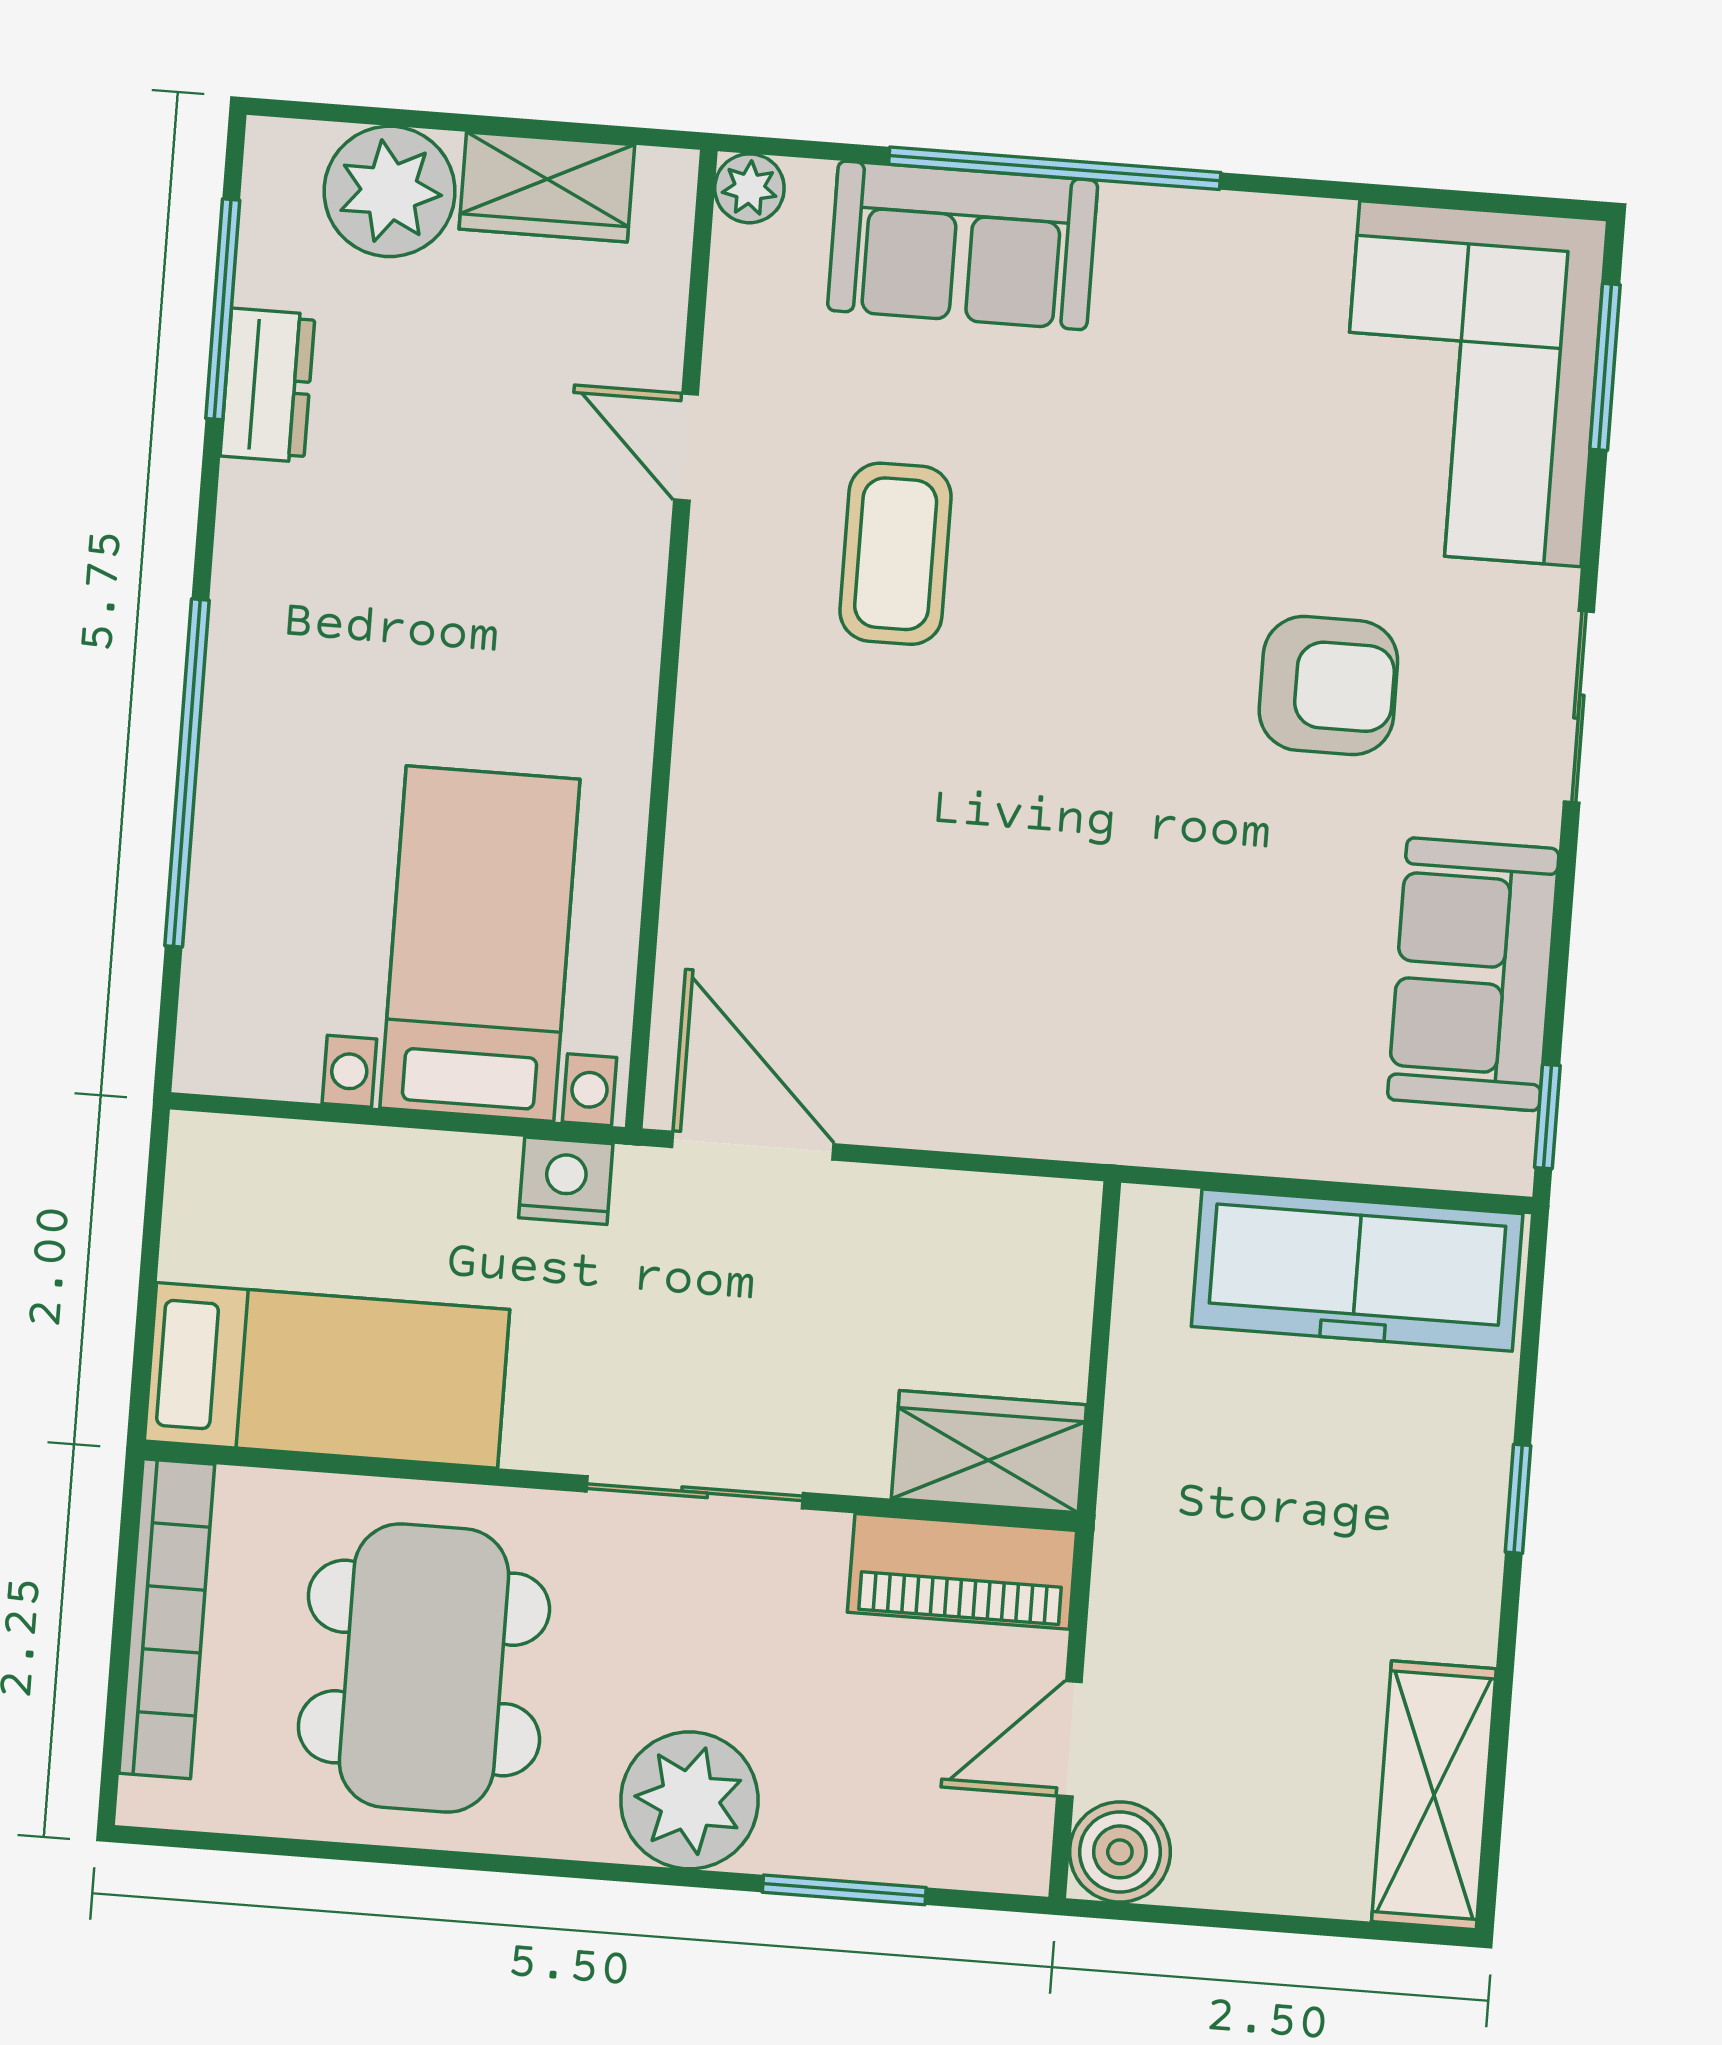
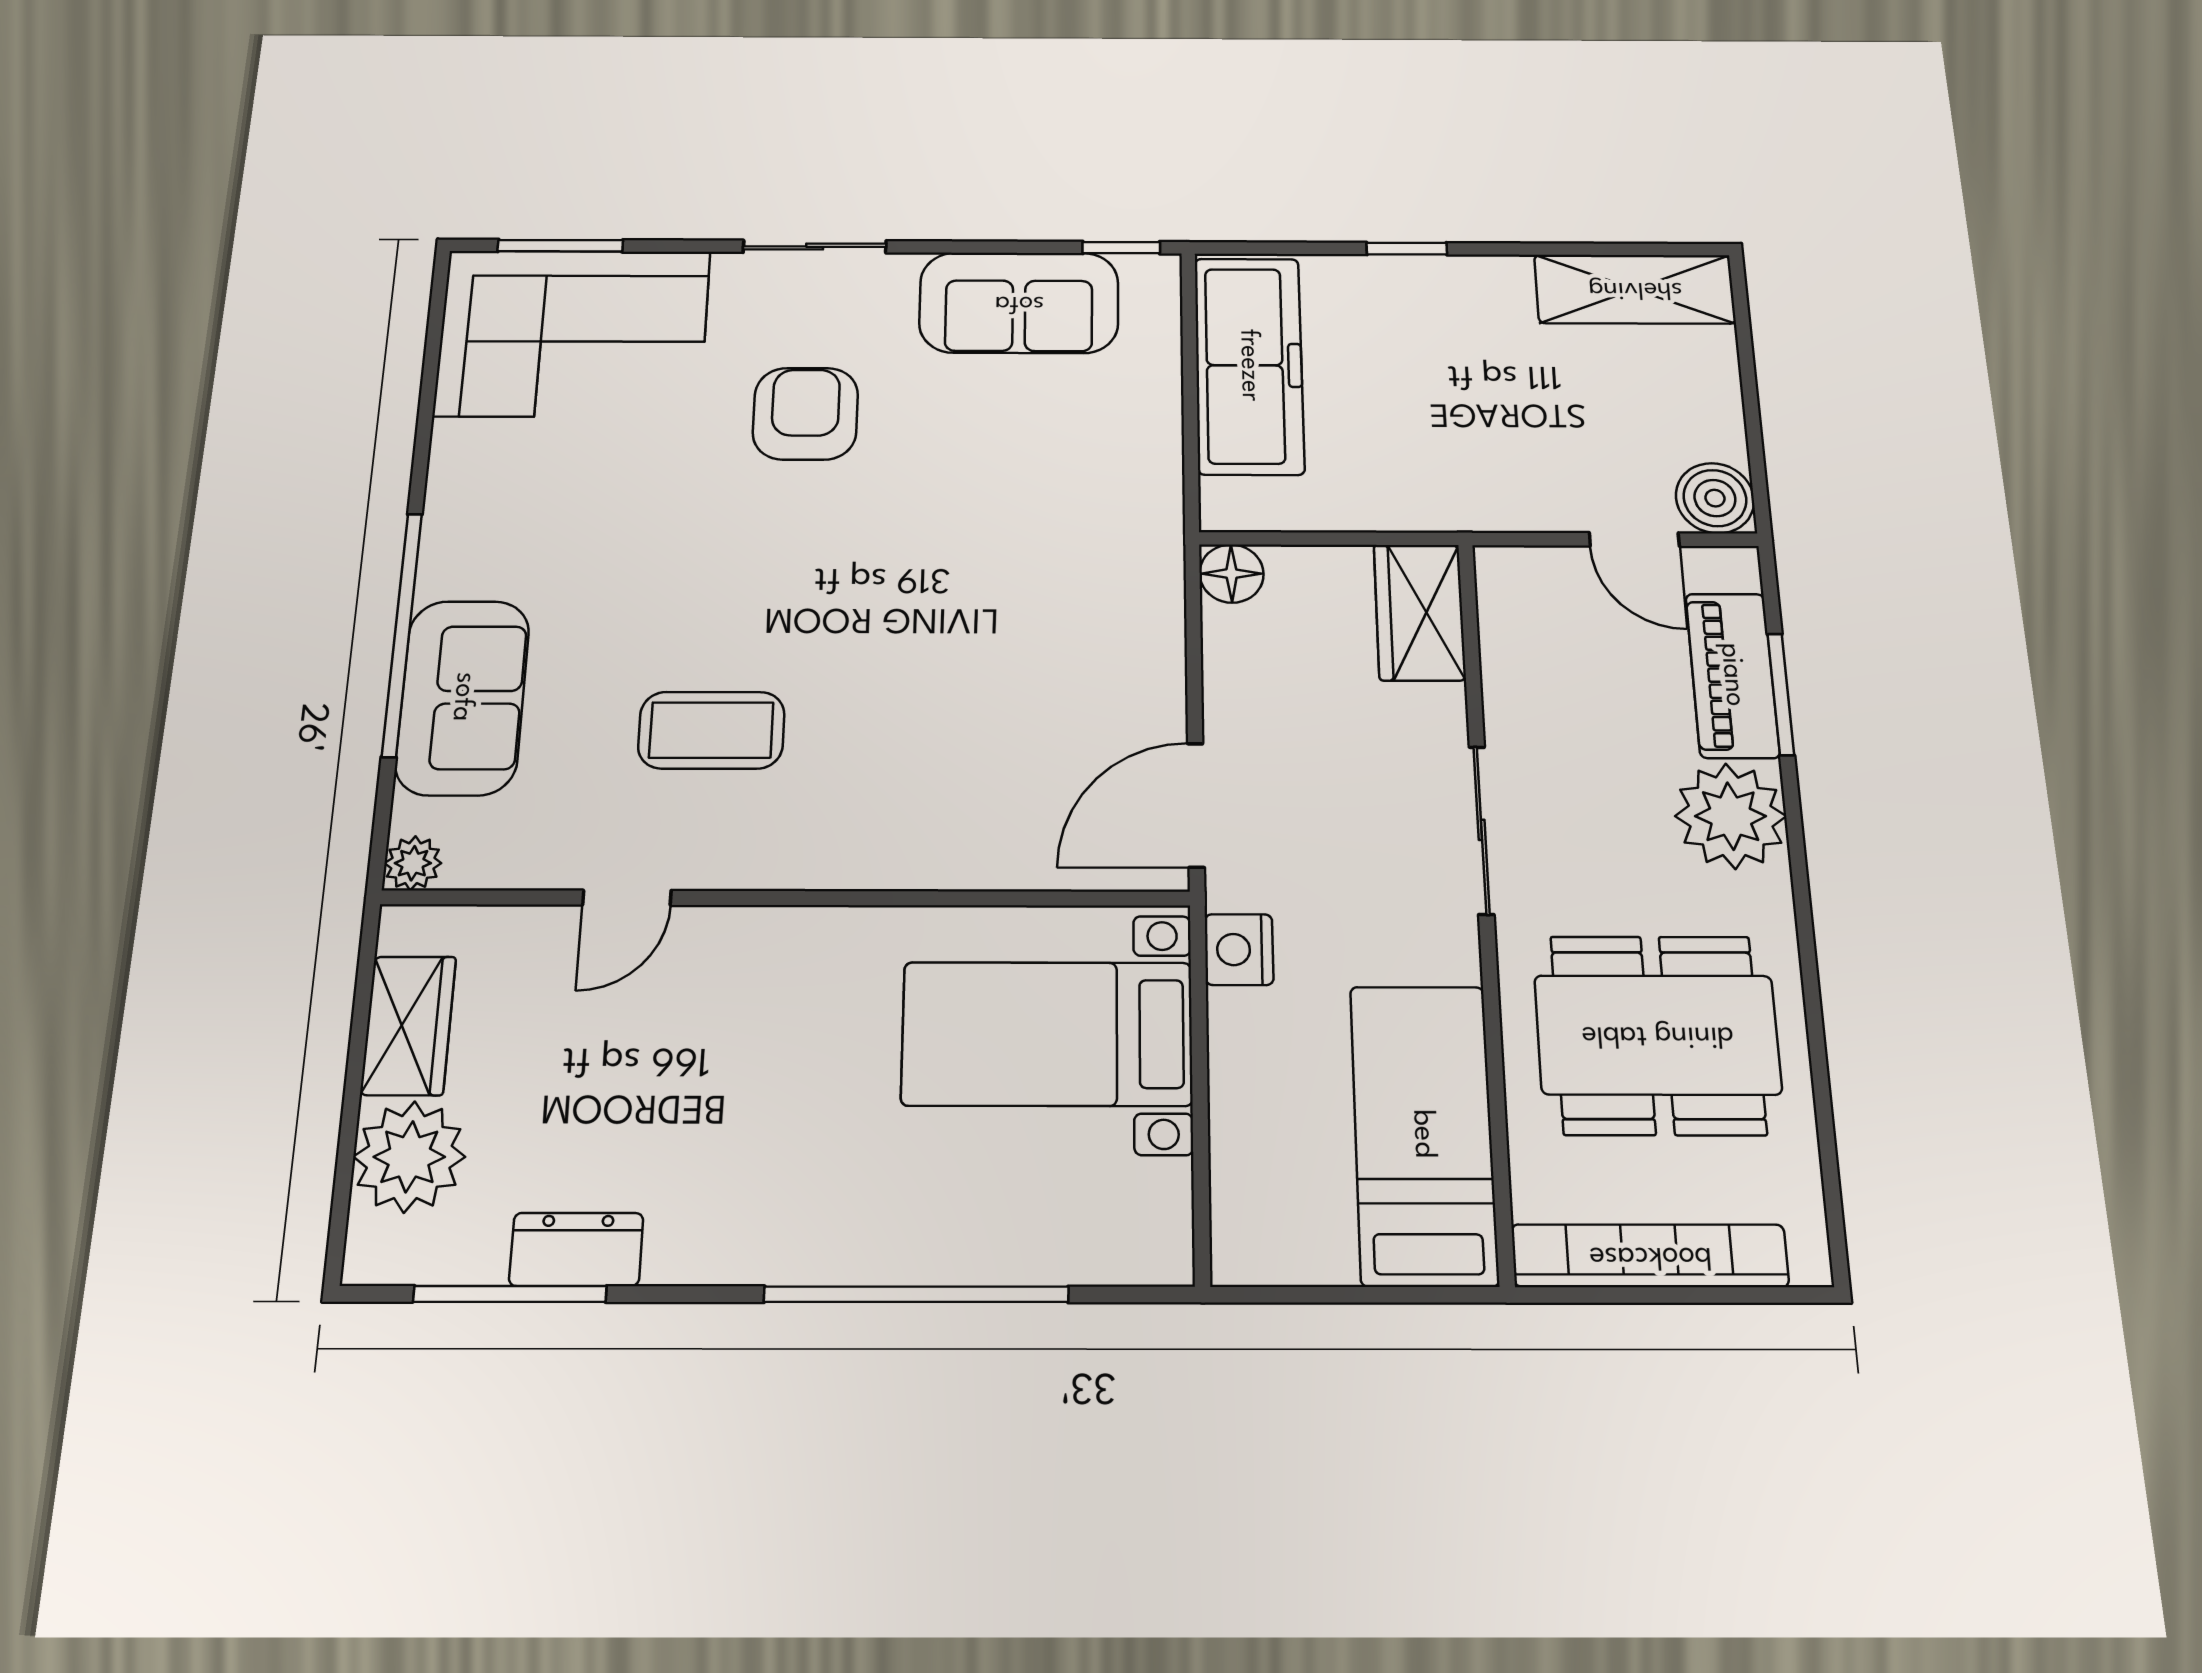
floor lamp: (1060, 1219) -> (1232, 574), added
piano: (962, 1571) -> (1732, 675), moved, turned 180

